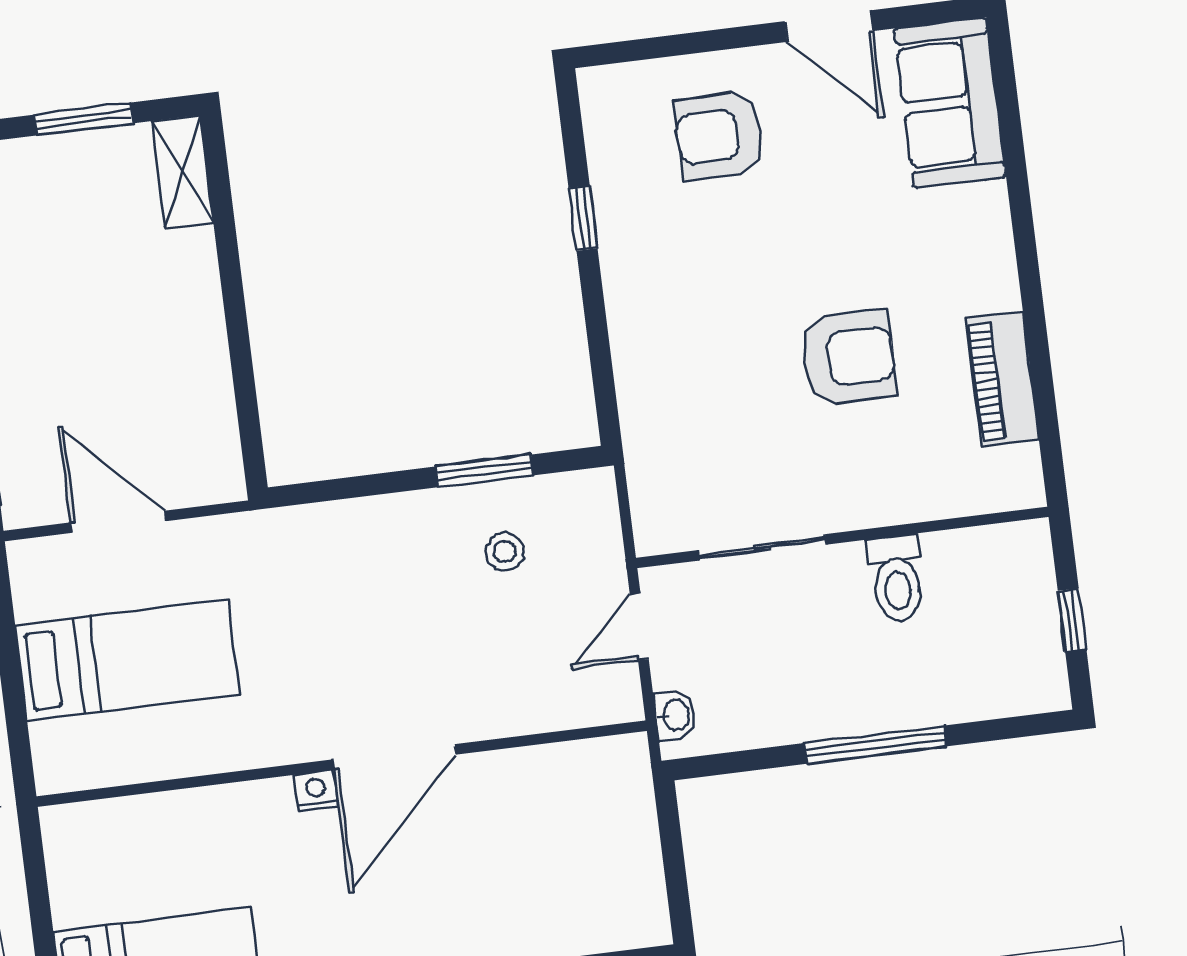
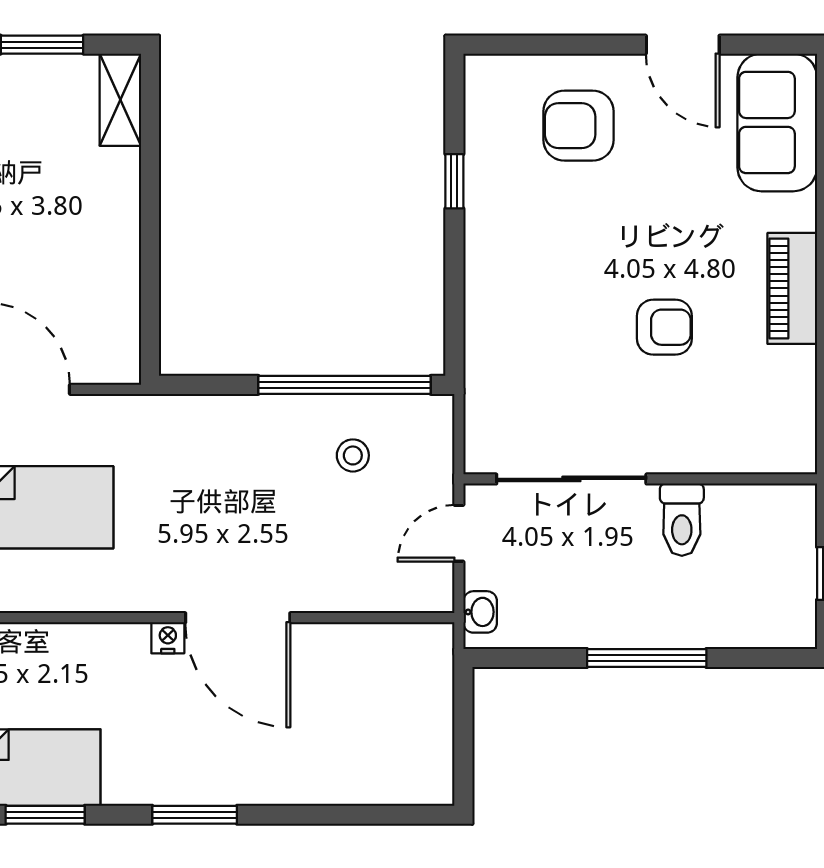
armchair: (848, 357) -> (664, 327), width x0.72, depth x0.72
piano: (1002, 379) -> (792, 288), moved
window: (485, 471) -> (345, 385), width x2.11
sliding door: (762, 547) -> (571, 479), width x1.37
door: (394, 757) -> (238, 618), hinge flipped

